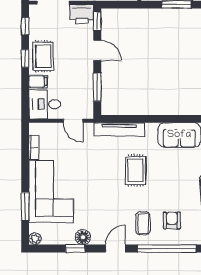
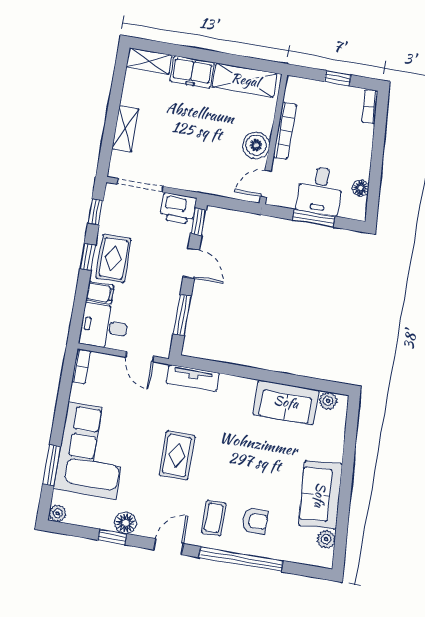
tv unit: (119, 129) -> (193, 378), width x0.71
bookcase: (34, 147) -> (81, 366), moved
rug: (136, 170) -> (177, 456), moved
armchair: (172, 220) -> (255, 521), turned 90

